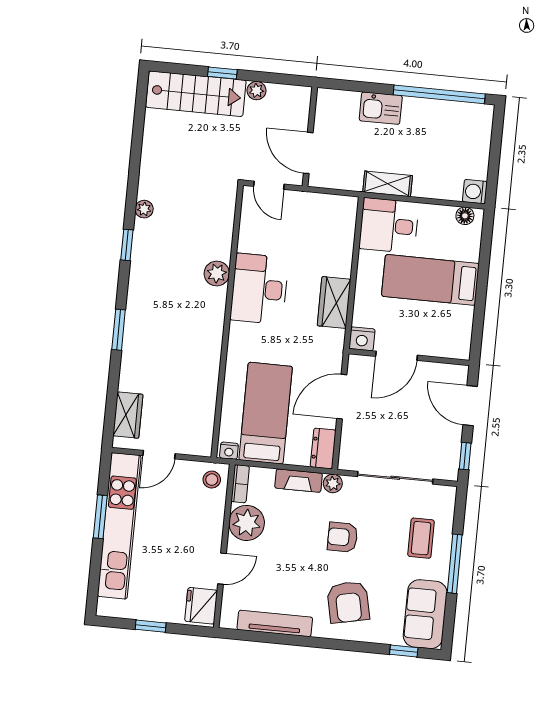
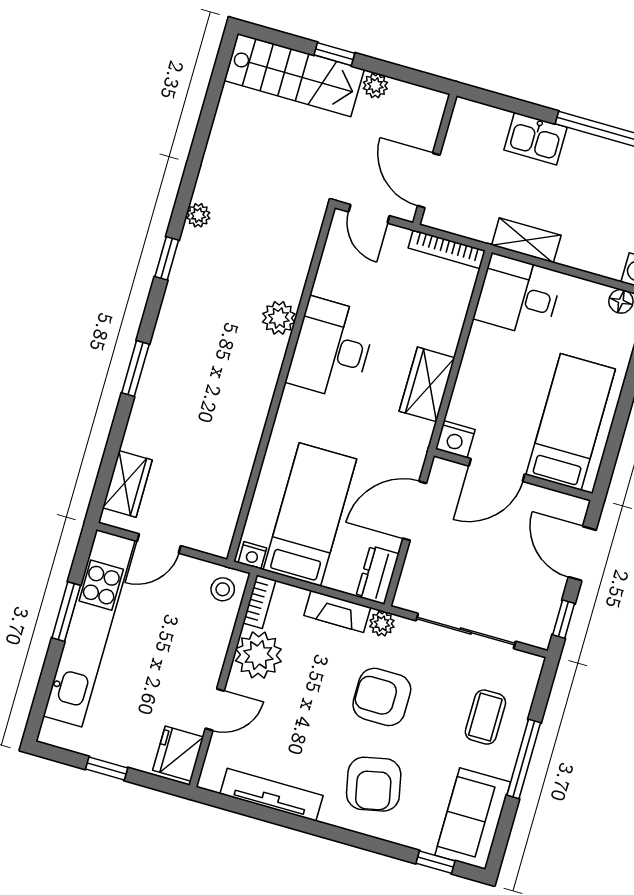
bookcase: (330, 201) -> (447, 249), added
bed: (430, 280) -> (571, 422), moved, turned 90
armchair: (343, 537) -> (382, 697), width x1.38, depth x1.38

